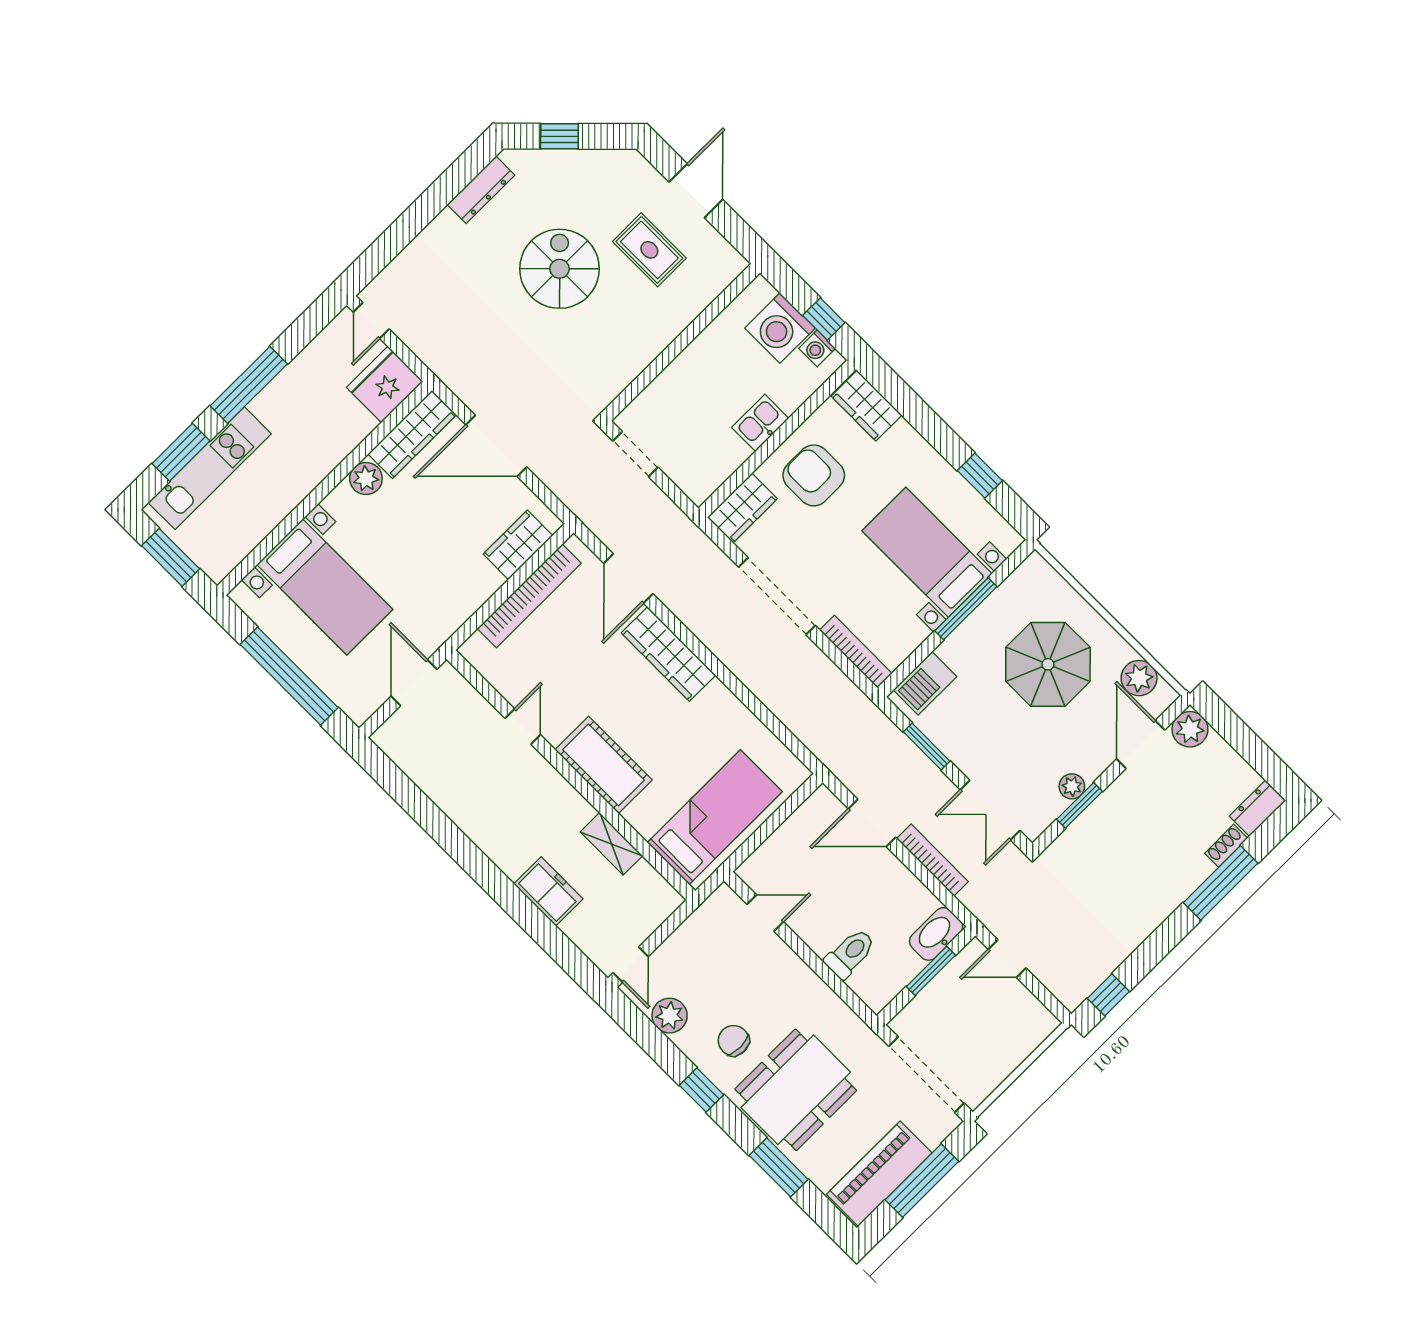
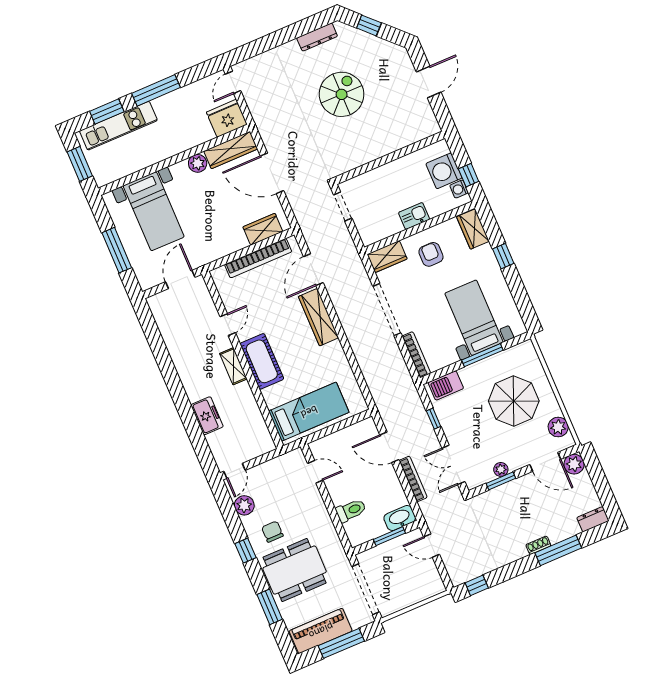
rug: (649, 250) -> (392, 103), removed
armchair: (814, 475) -> (431, 254), width x0.72, depth x0.72
window: (980, 476) -> (503, 256), moved
window: (289, 676) -> (117, 250), width x0.68
door: (1141, 744) -> (545, 462), swing flipped
window: (927, 746) -> (434, 419), width x0.67
shelving: (611, 844) -> (233, 366), moved
shoe rack: (1226, 846) -> (538, 545), moved

